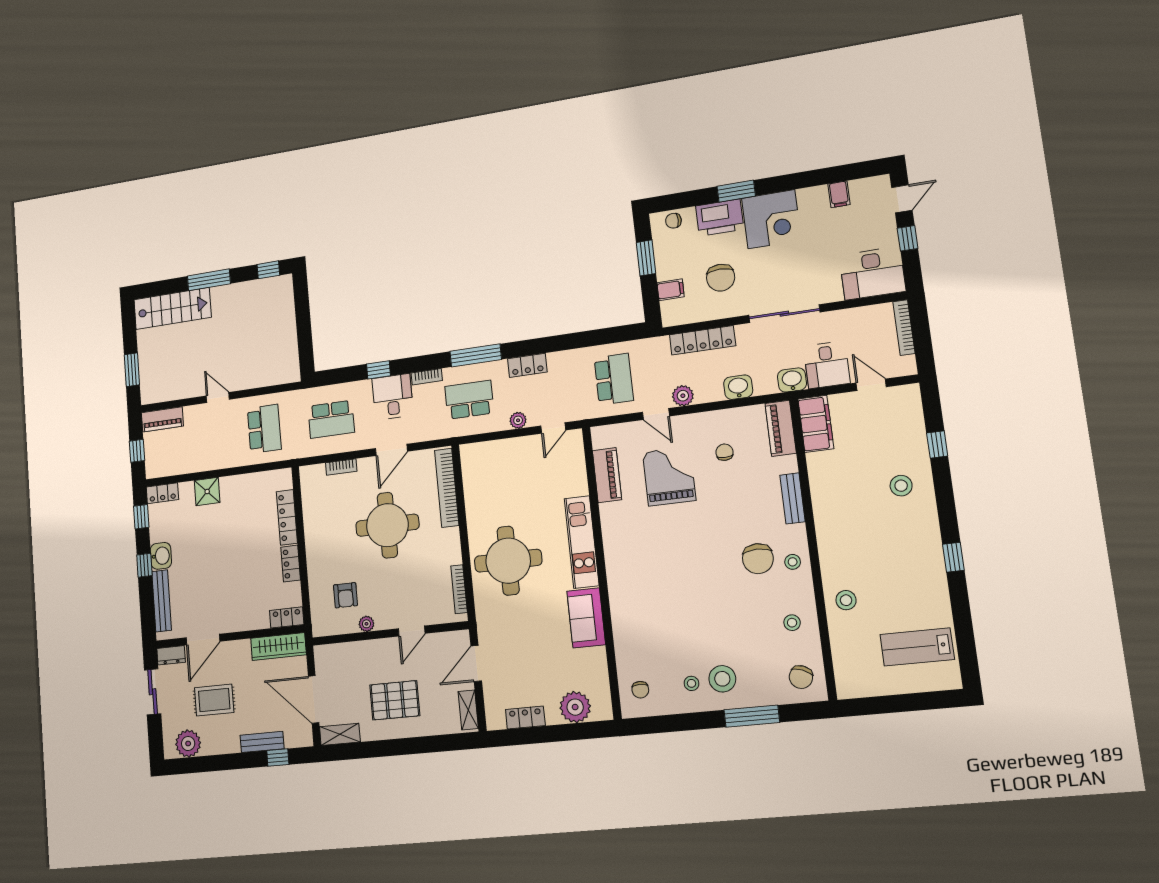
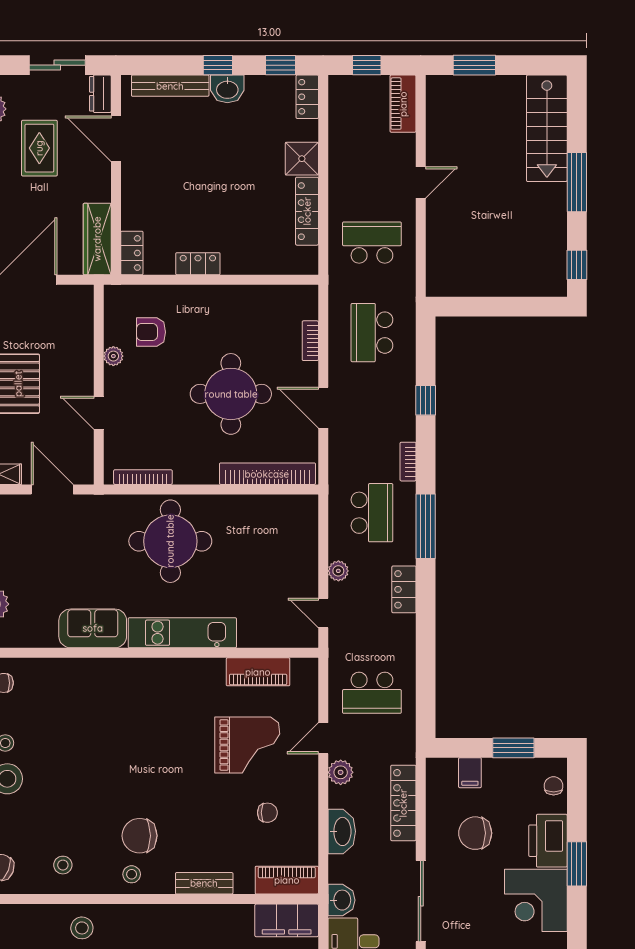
washbasin: (738, 387) -> (342, 831), width x1.38
desk: (393, 397) -> (389, 415), removed
school desk: (264, 429) -> (372, 243), turned 180
locker: (287, 517) -> (307, 211), moved, turned -90

